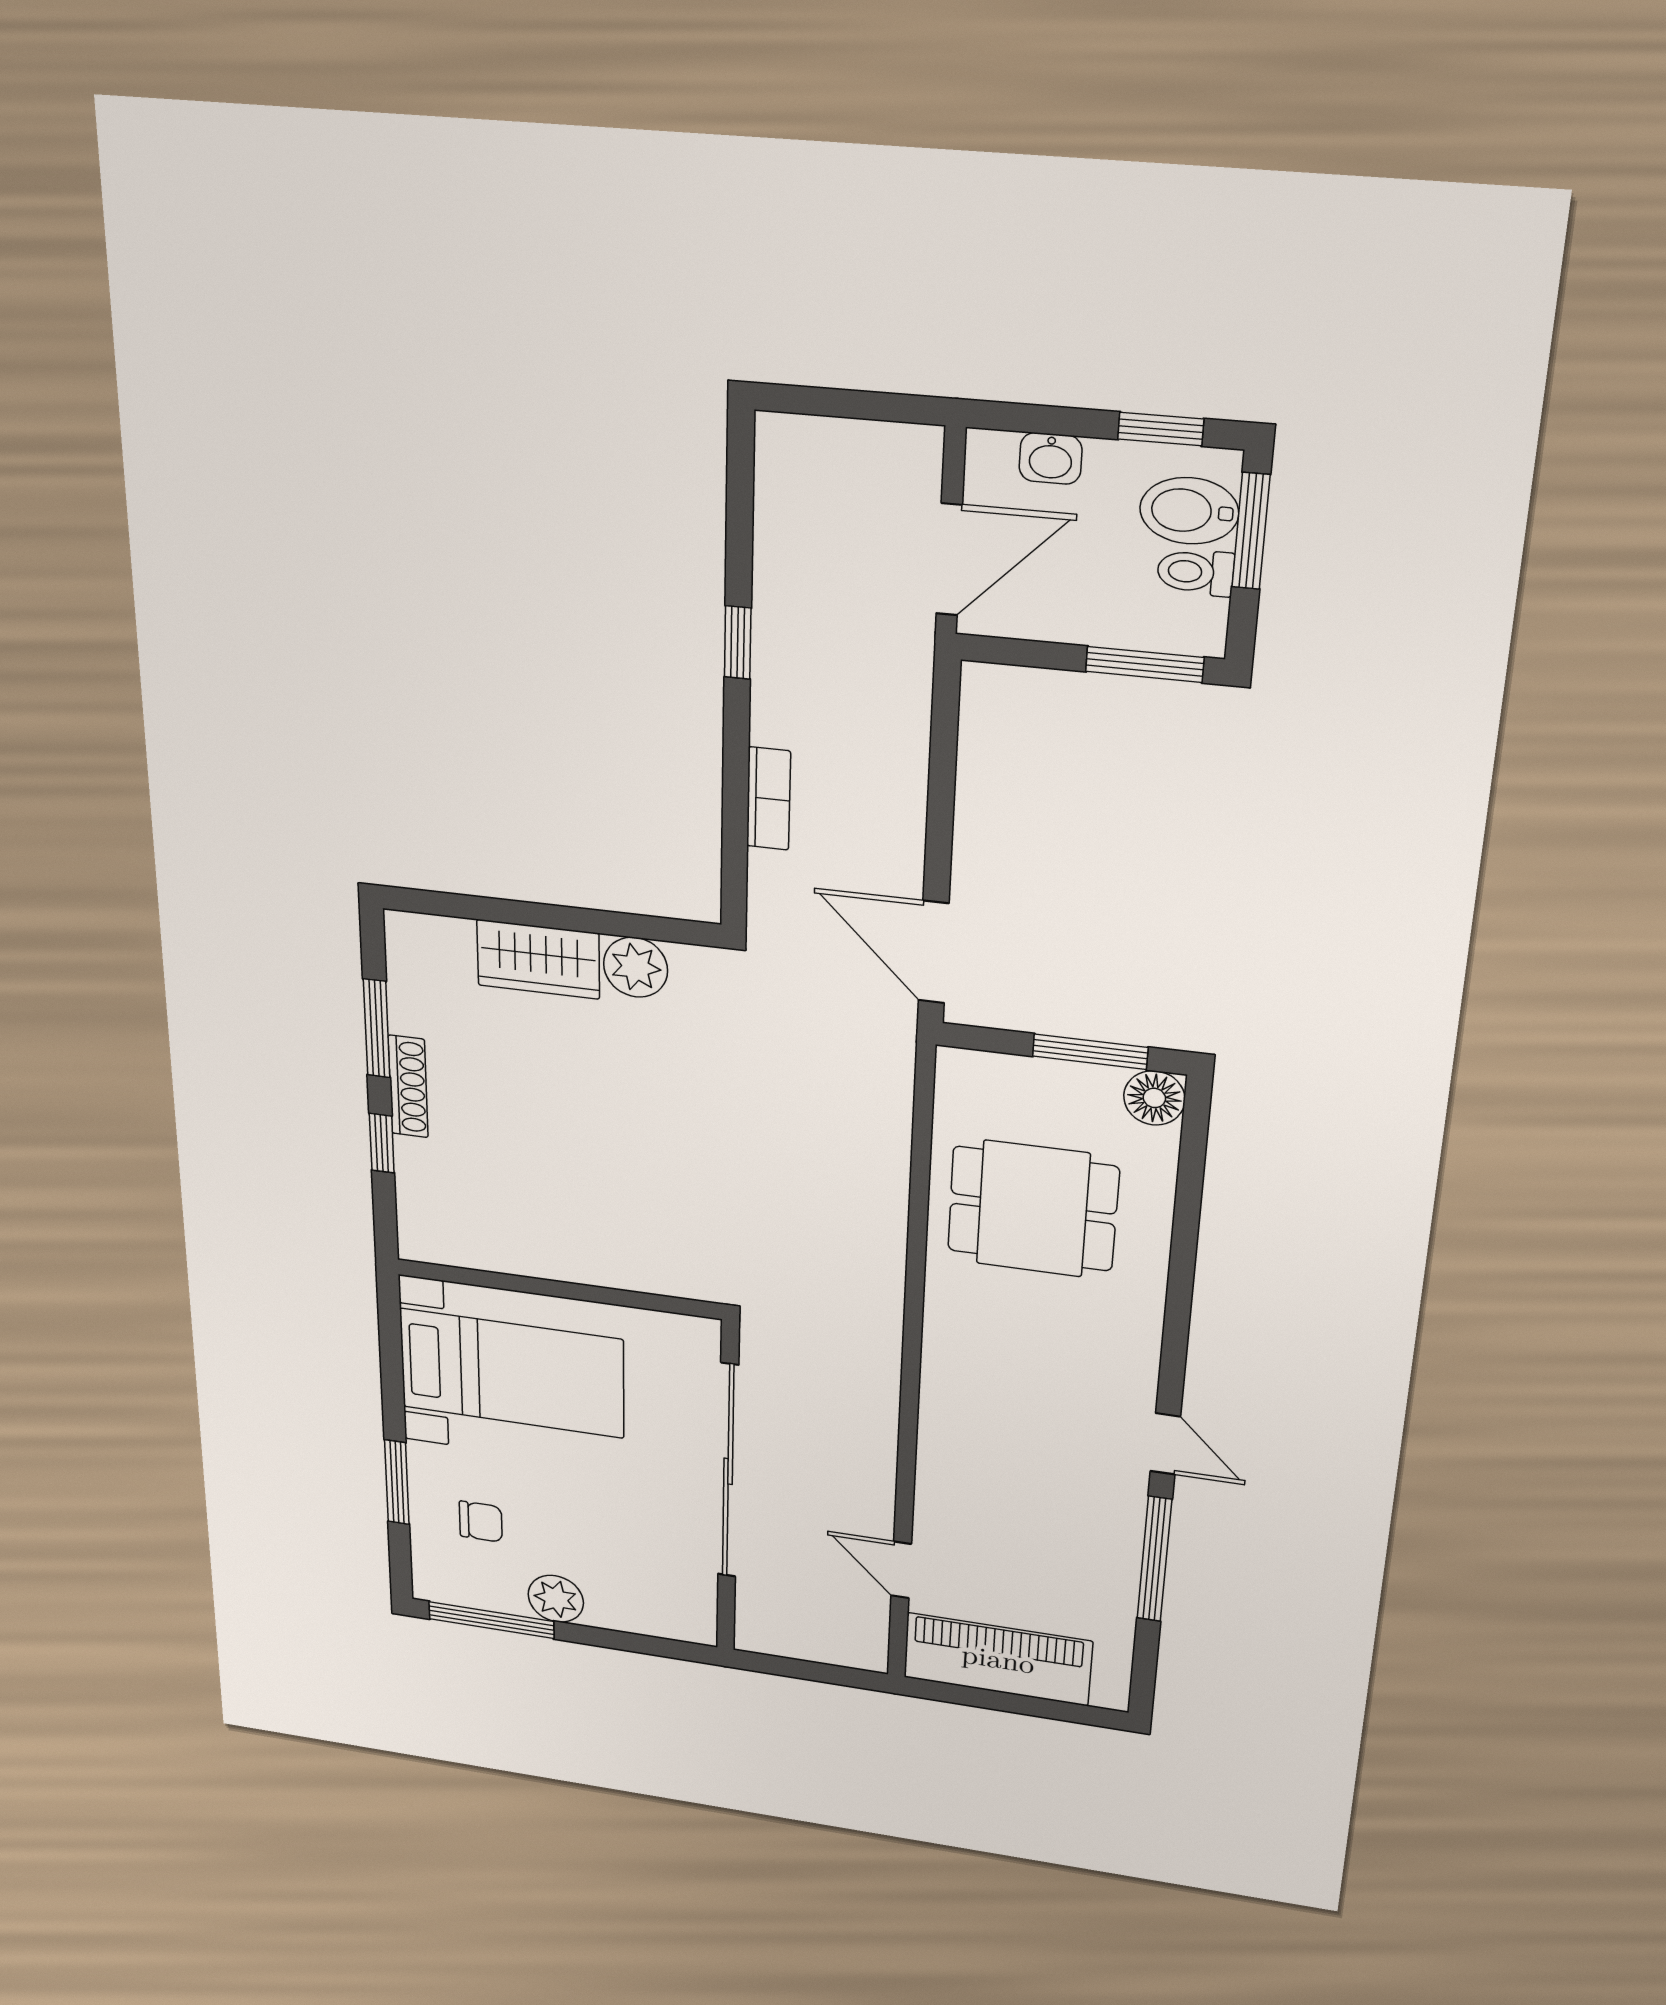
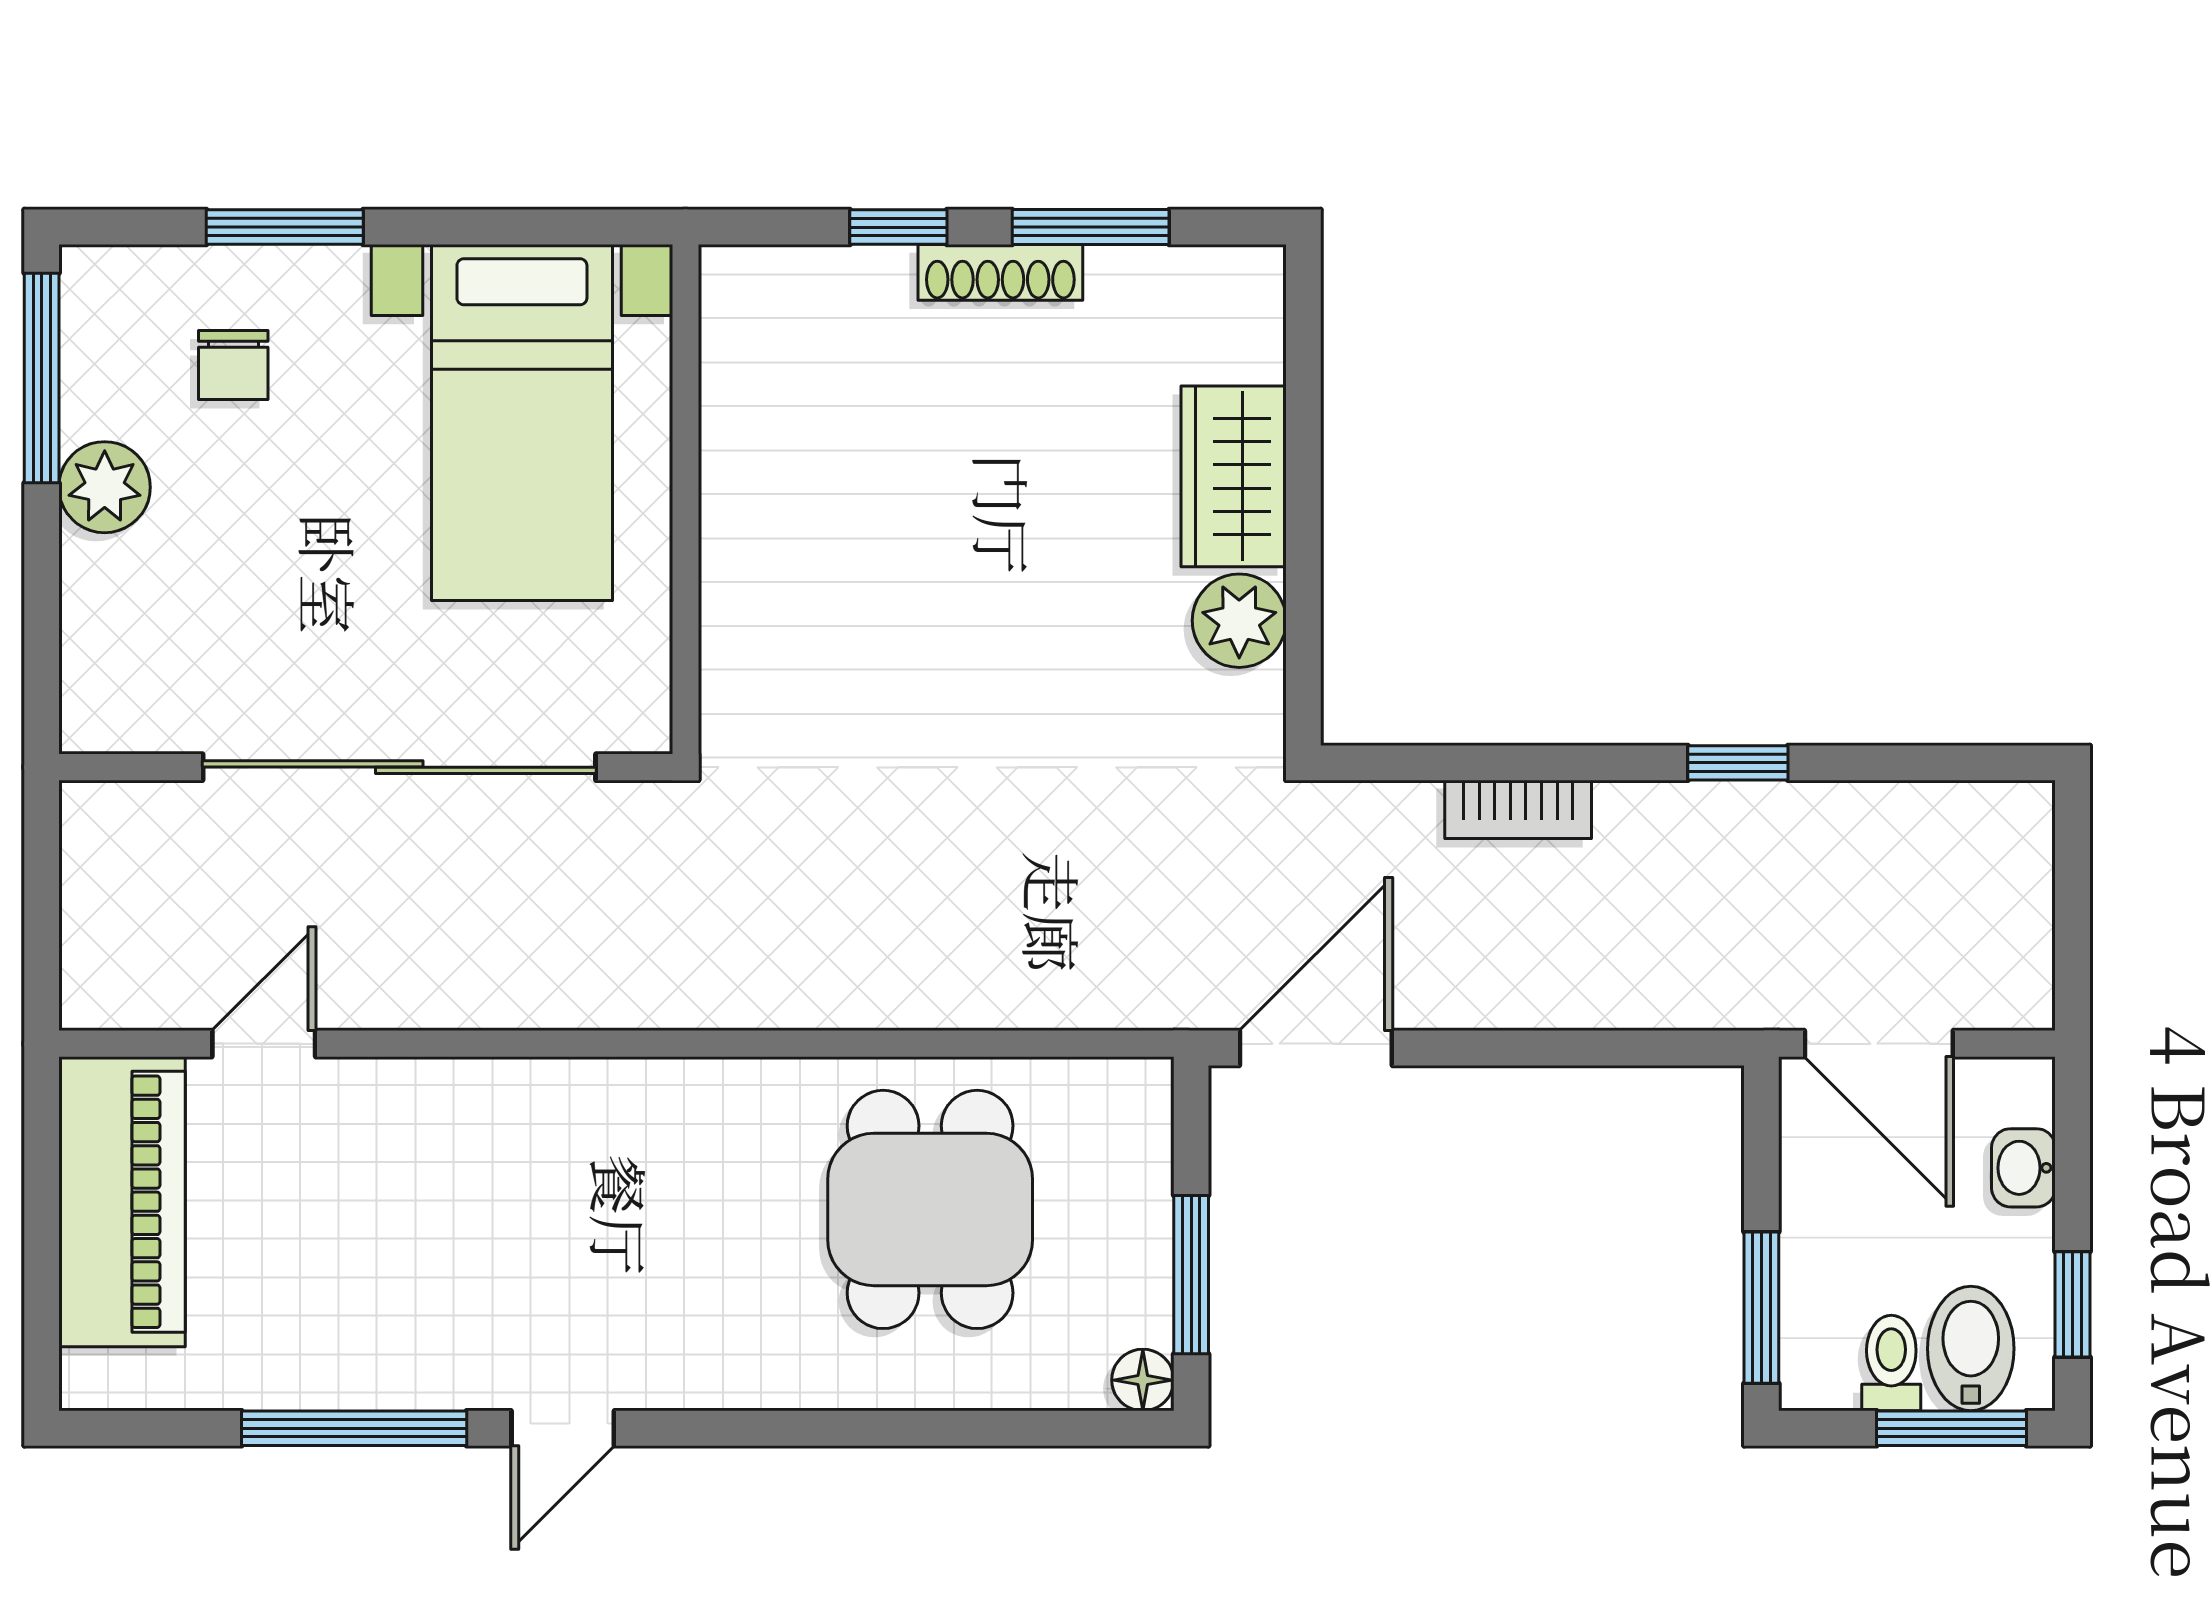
floor lamp: (1154, 1098) -> (1143, 1380), width x0.73, depth x0.73

